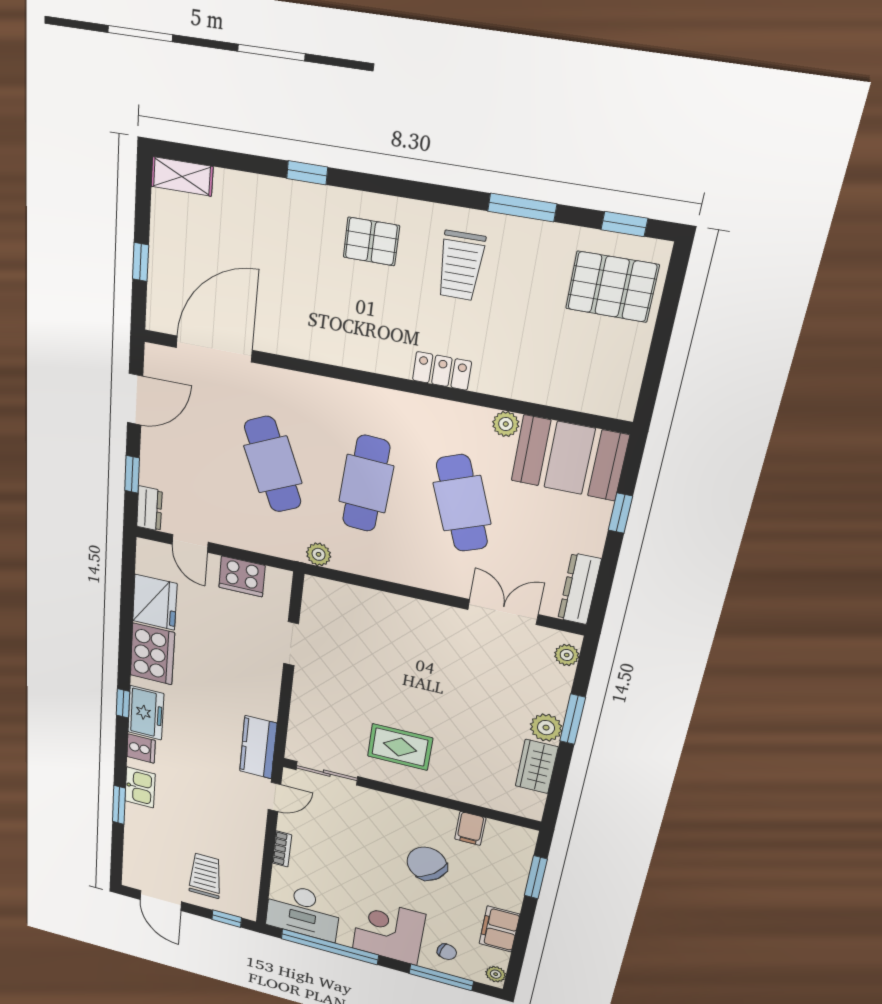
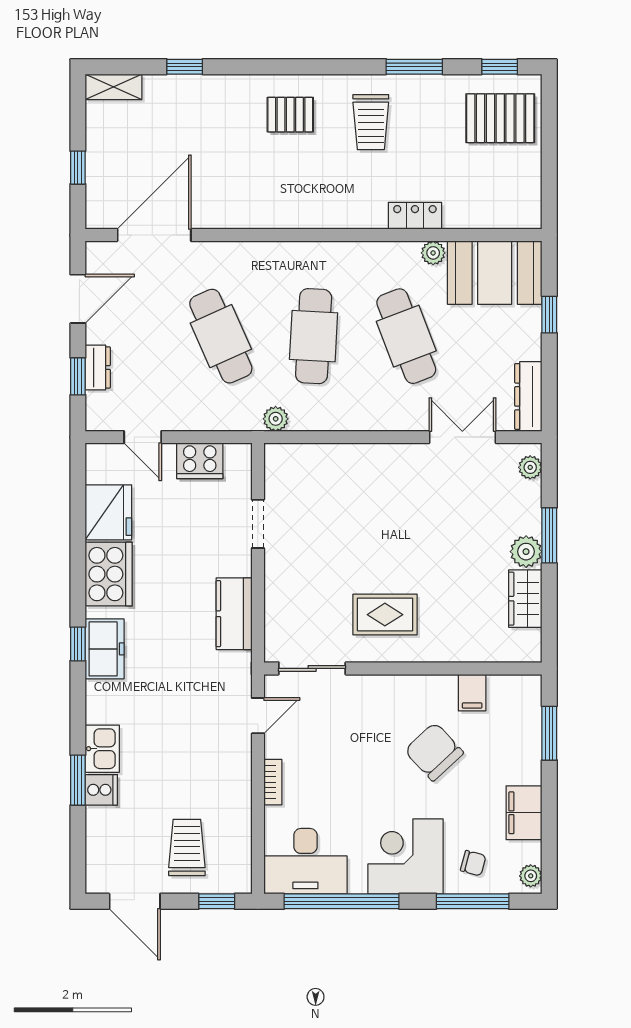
window: (307, 173) -> (185, 67), moved
locker: (442, 371) -> (415, 216), moved
dresser: (149, 509) -> (98, 367), moved
kitchen counter: (258, 747) -> (234, 614), moved
cooker: (141, 749) -> (101, 790), moved

